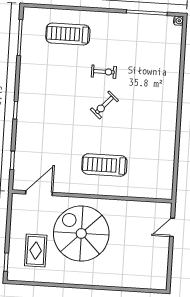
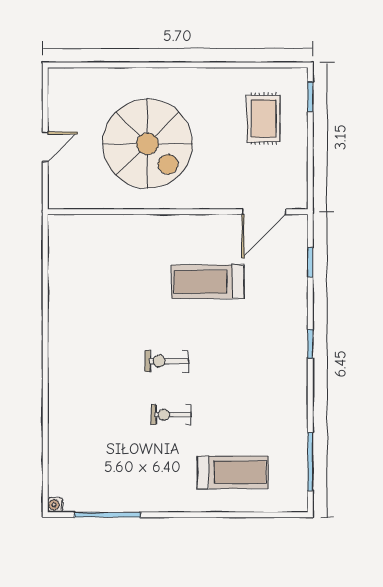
exercise bike: (104, 105) -> (167, 361), turned -132
treadmill: (104, 165) -> (208, 282), moved, turned 180
door: (172, 227) -> (45, 147), moved
spiral stairs: (81, 233) -> (147, 144), moved

